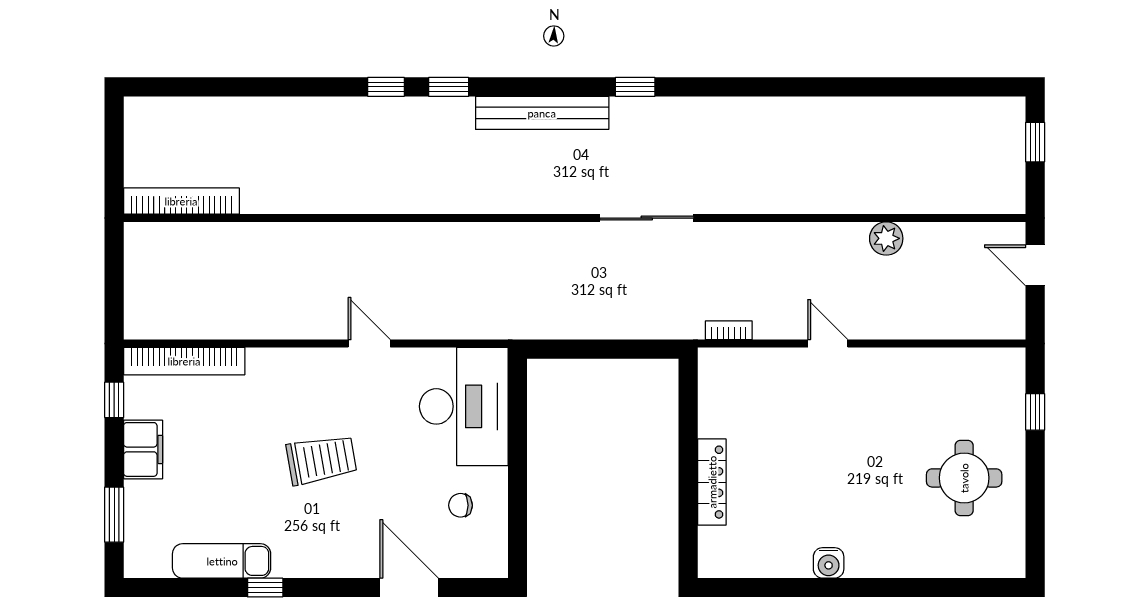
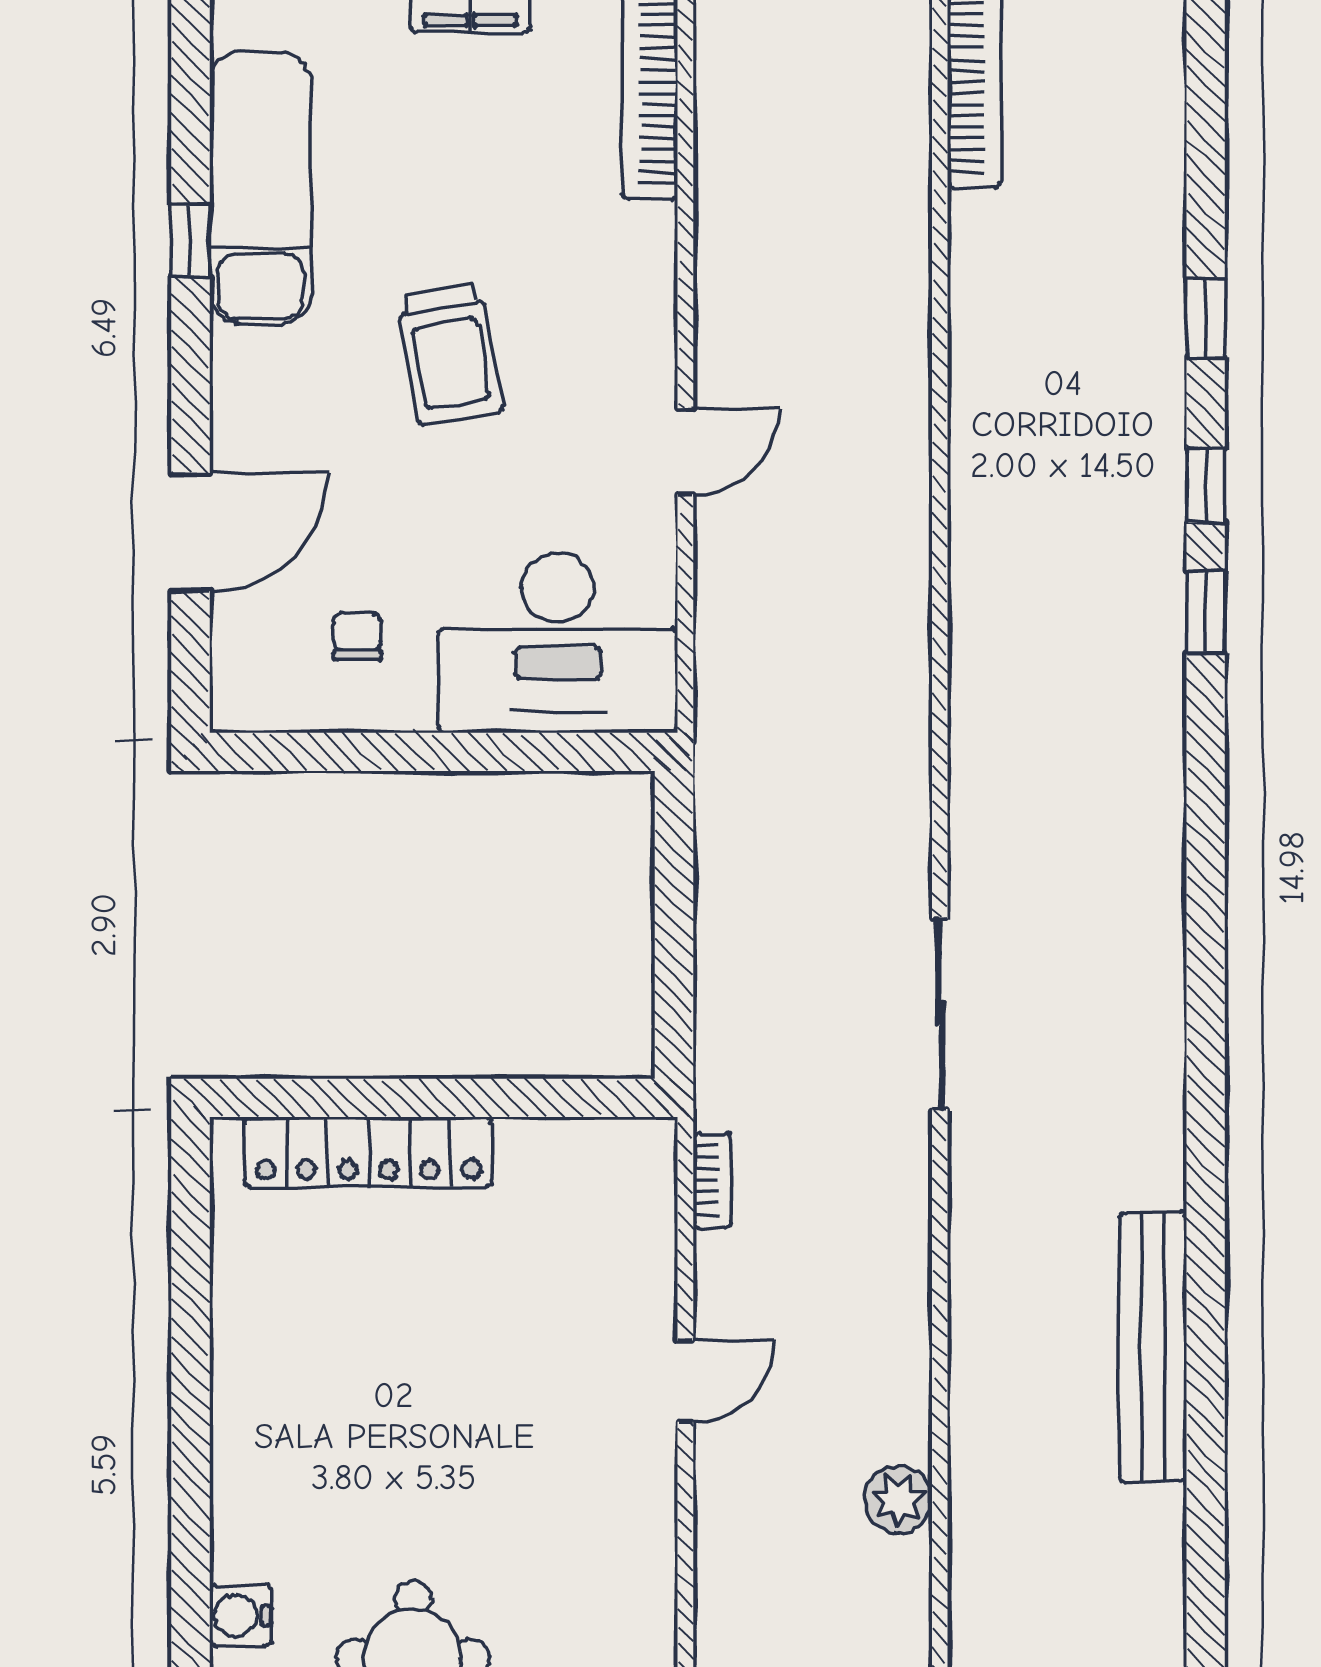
window: (635, 87) -> (1206, 318), moved
bench: (542, 113) -> (1153, 1347), moved
locker: (712, 482) -> (368, 1152), width x1.41, depth x1.21
exam couch: (222, 561) -> (260, 188), width x1.36, depth x1.45
water cooler: (829, 563) -> (240, 1615), moved

